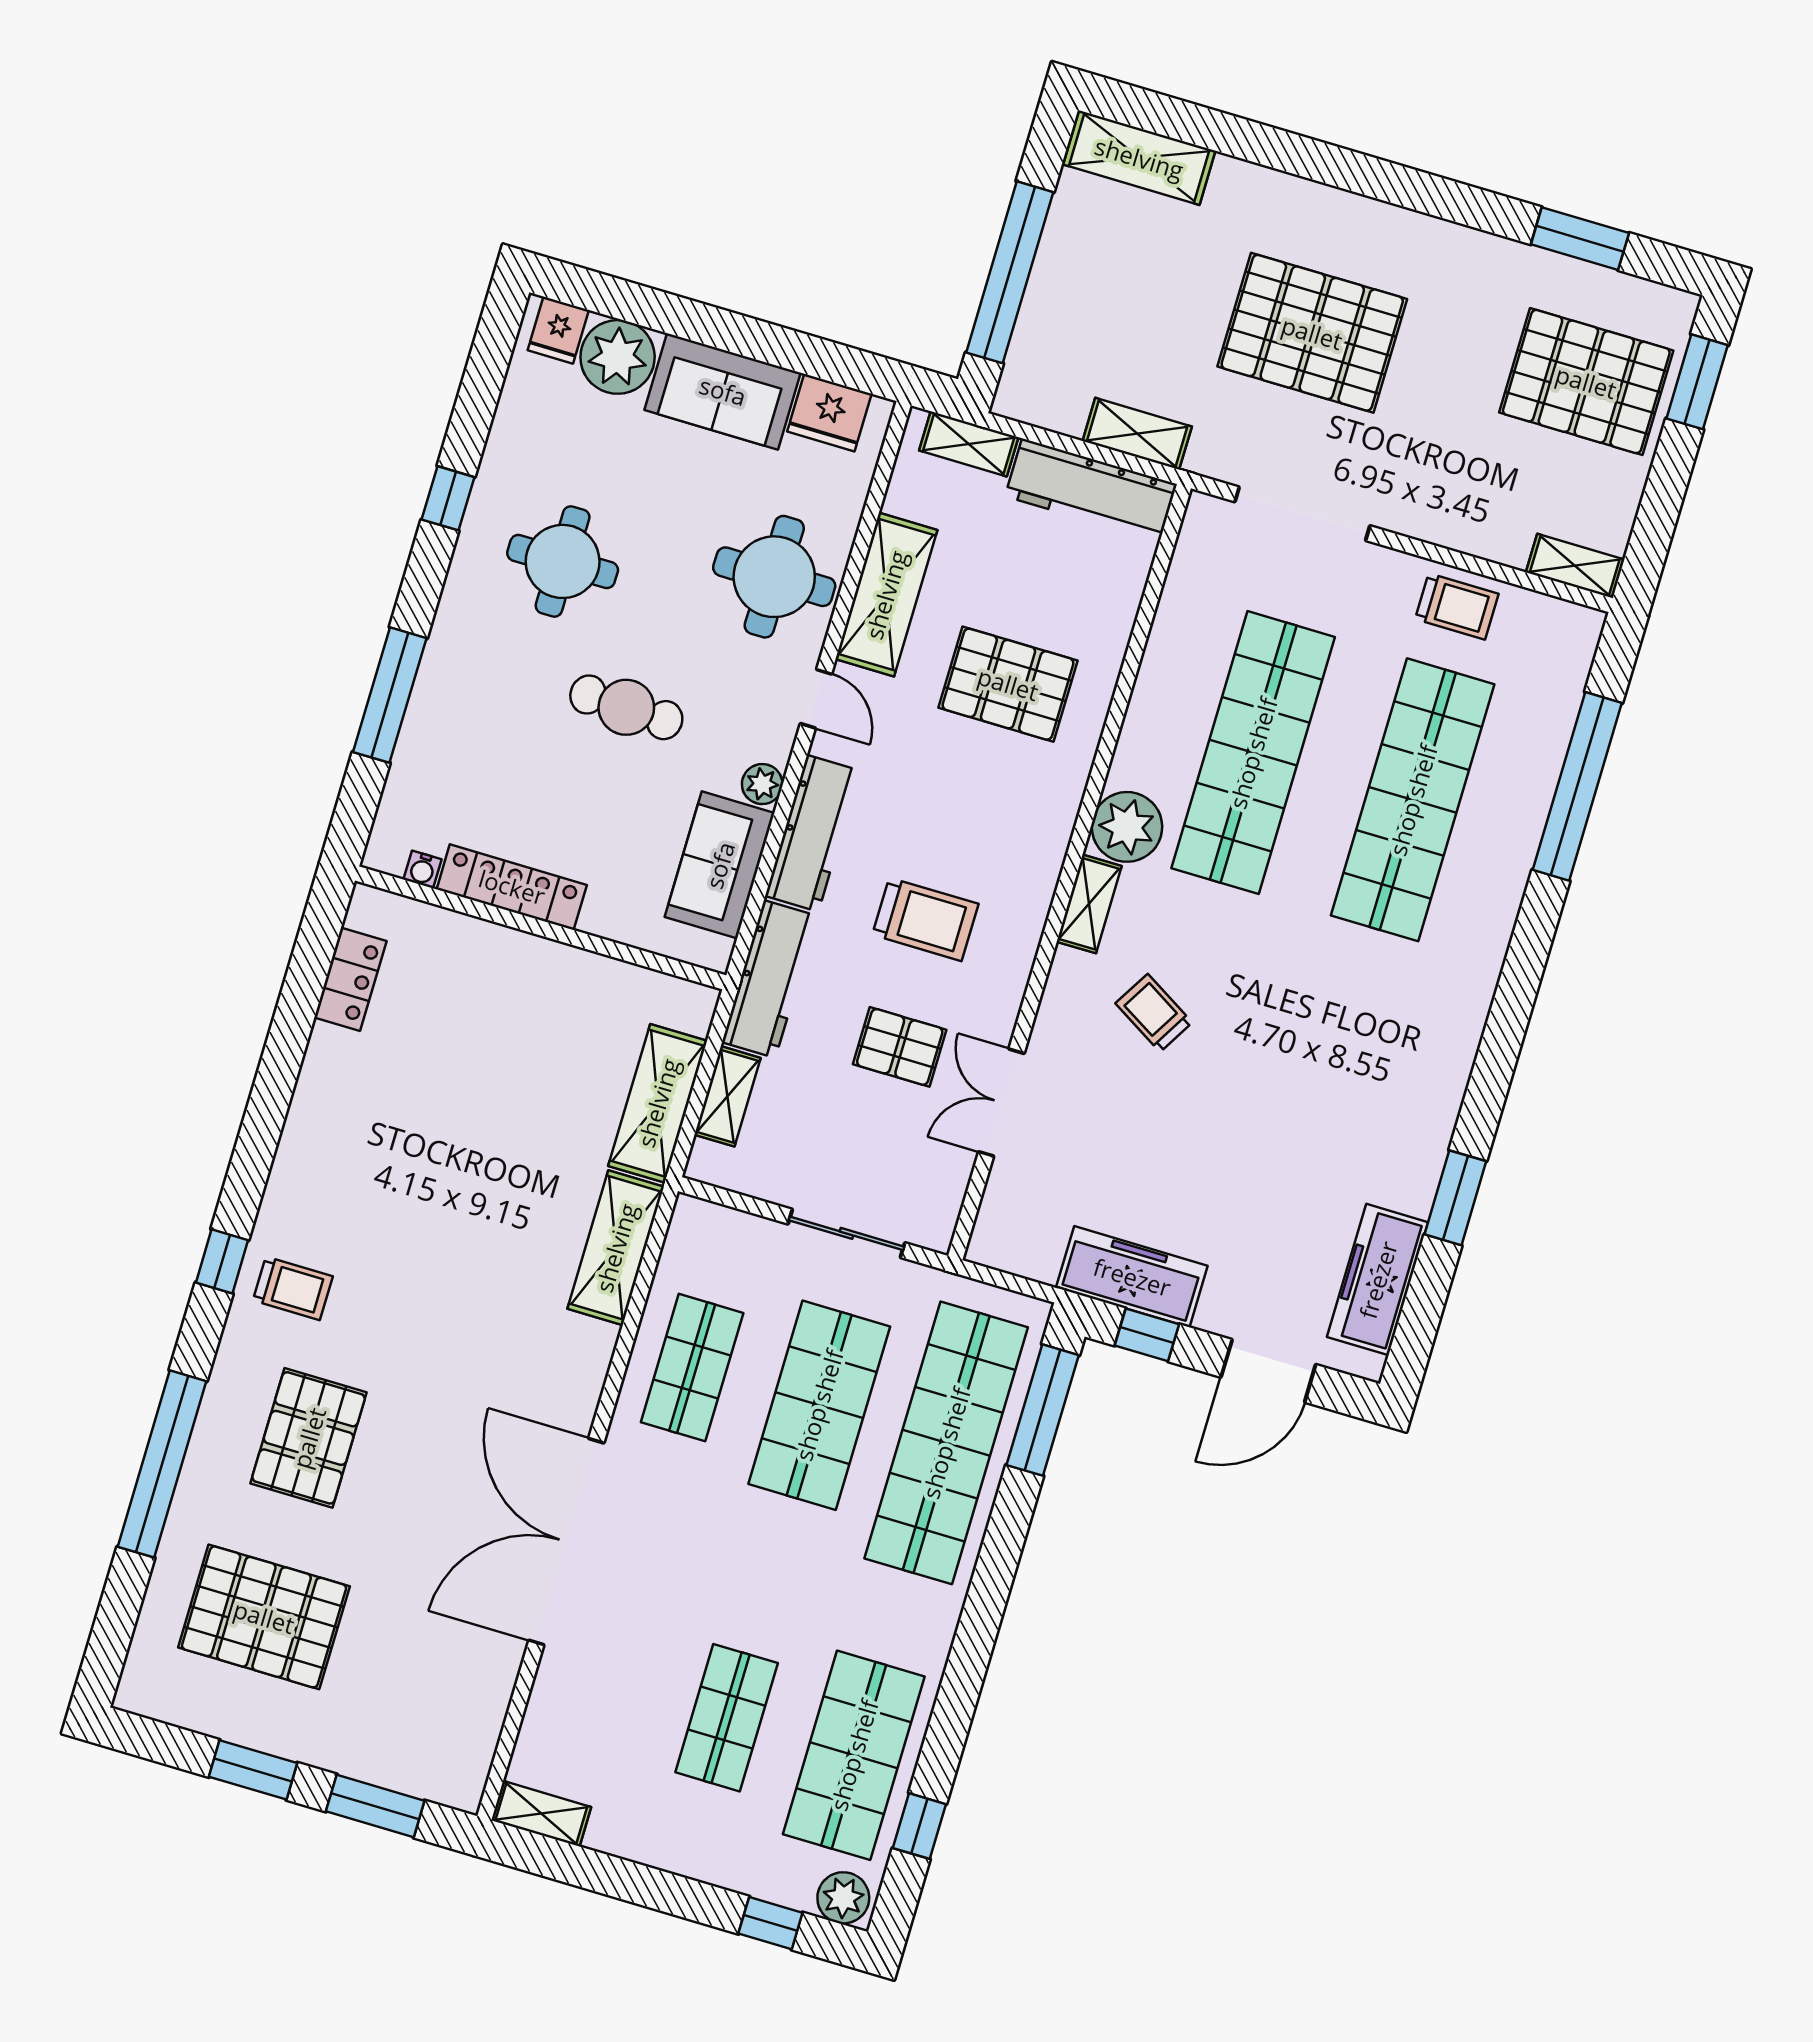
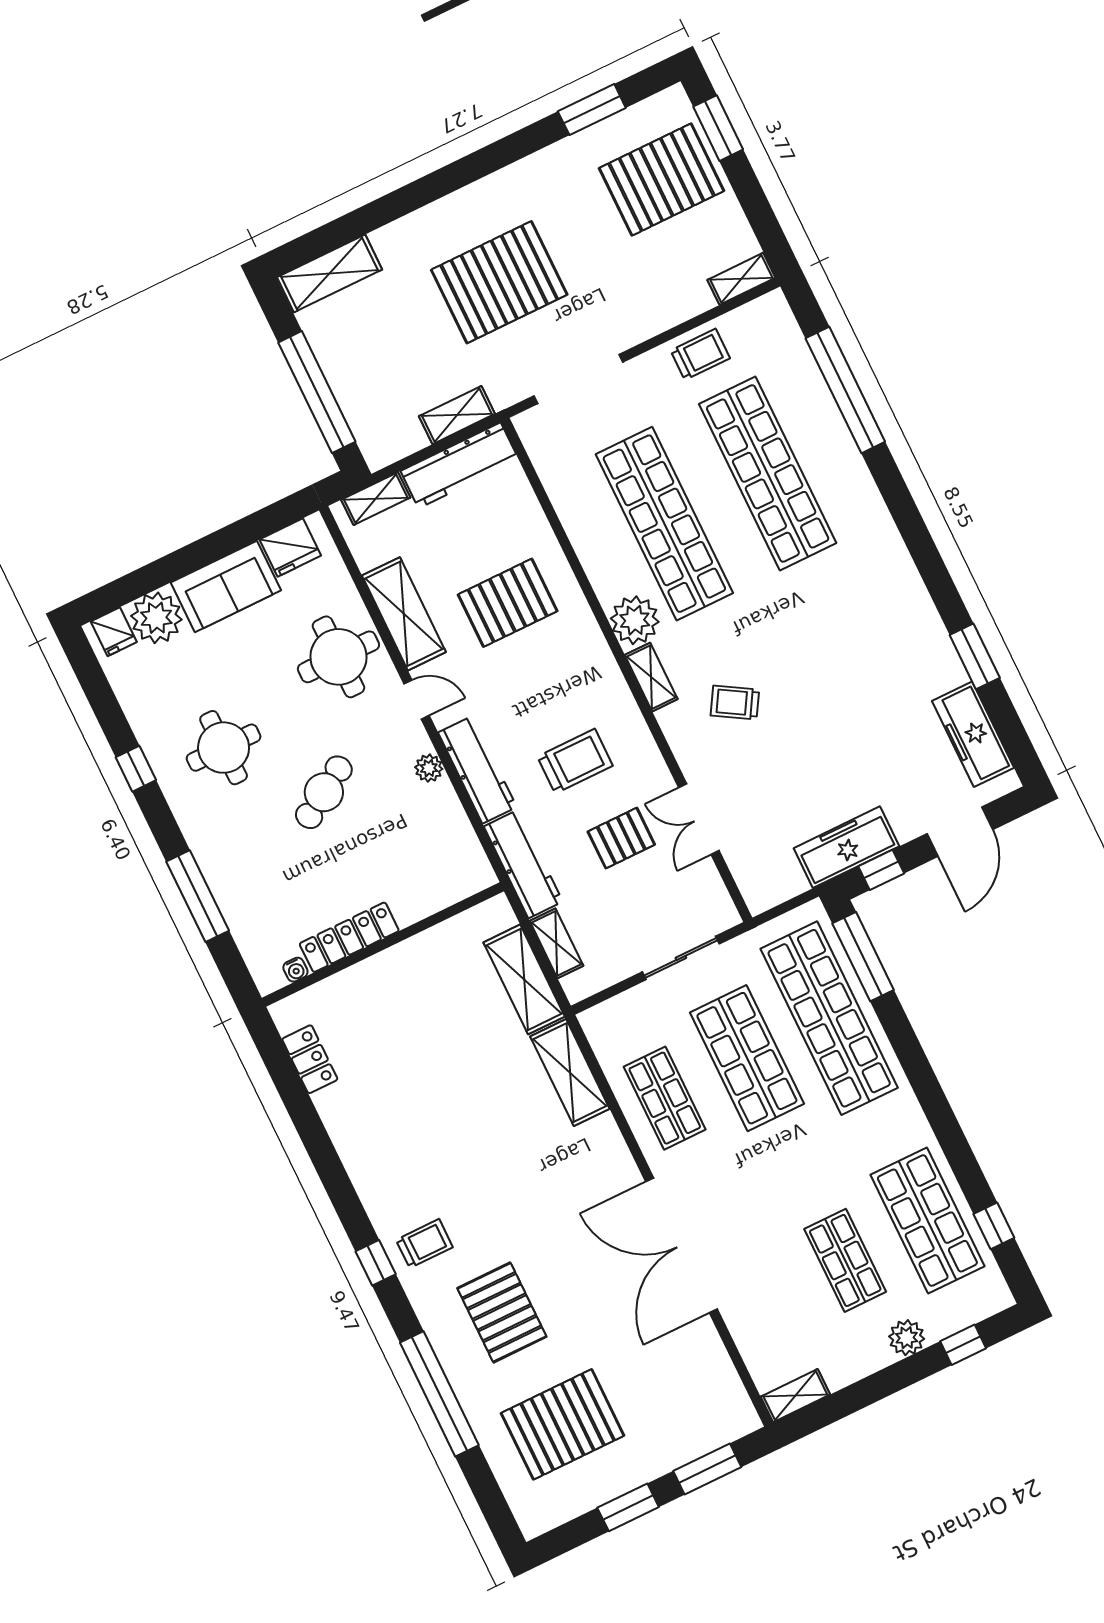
cafe table: (626, 707) -> (324, 792), turned -34
sofa: (720, 865) -> (445, 829), removed
plant: (843, 1898) -> (907, 1338), moved

